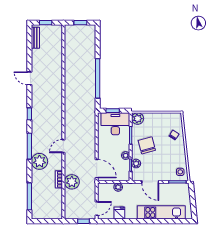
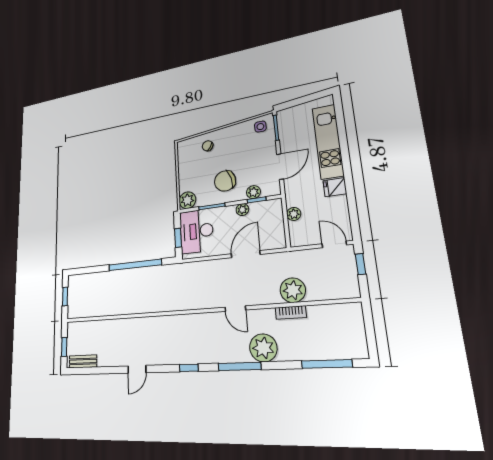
door: (97, 169) -> (246, 254), moved
fridge: (119, 213) -> (335, 187), moved

